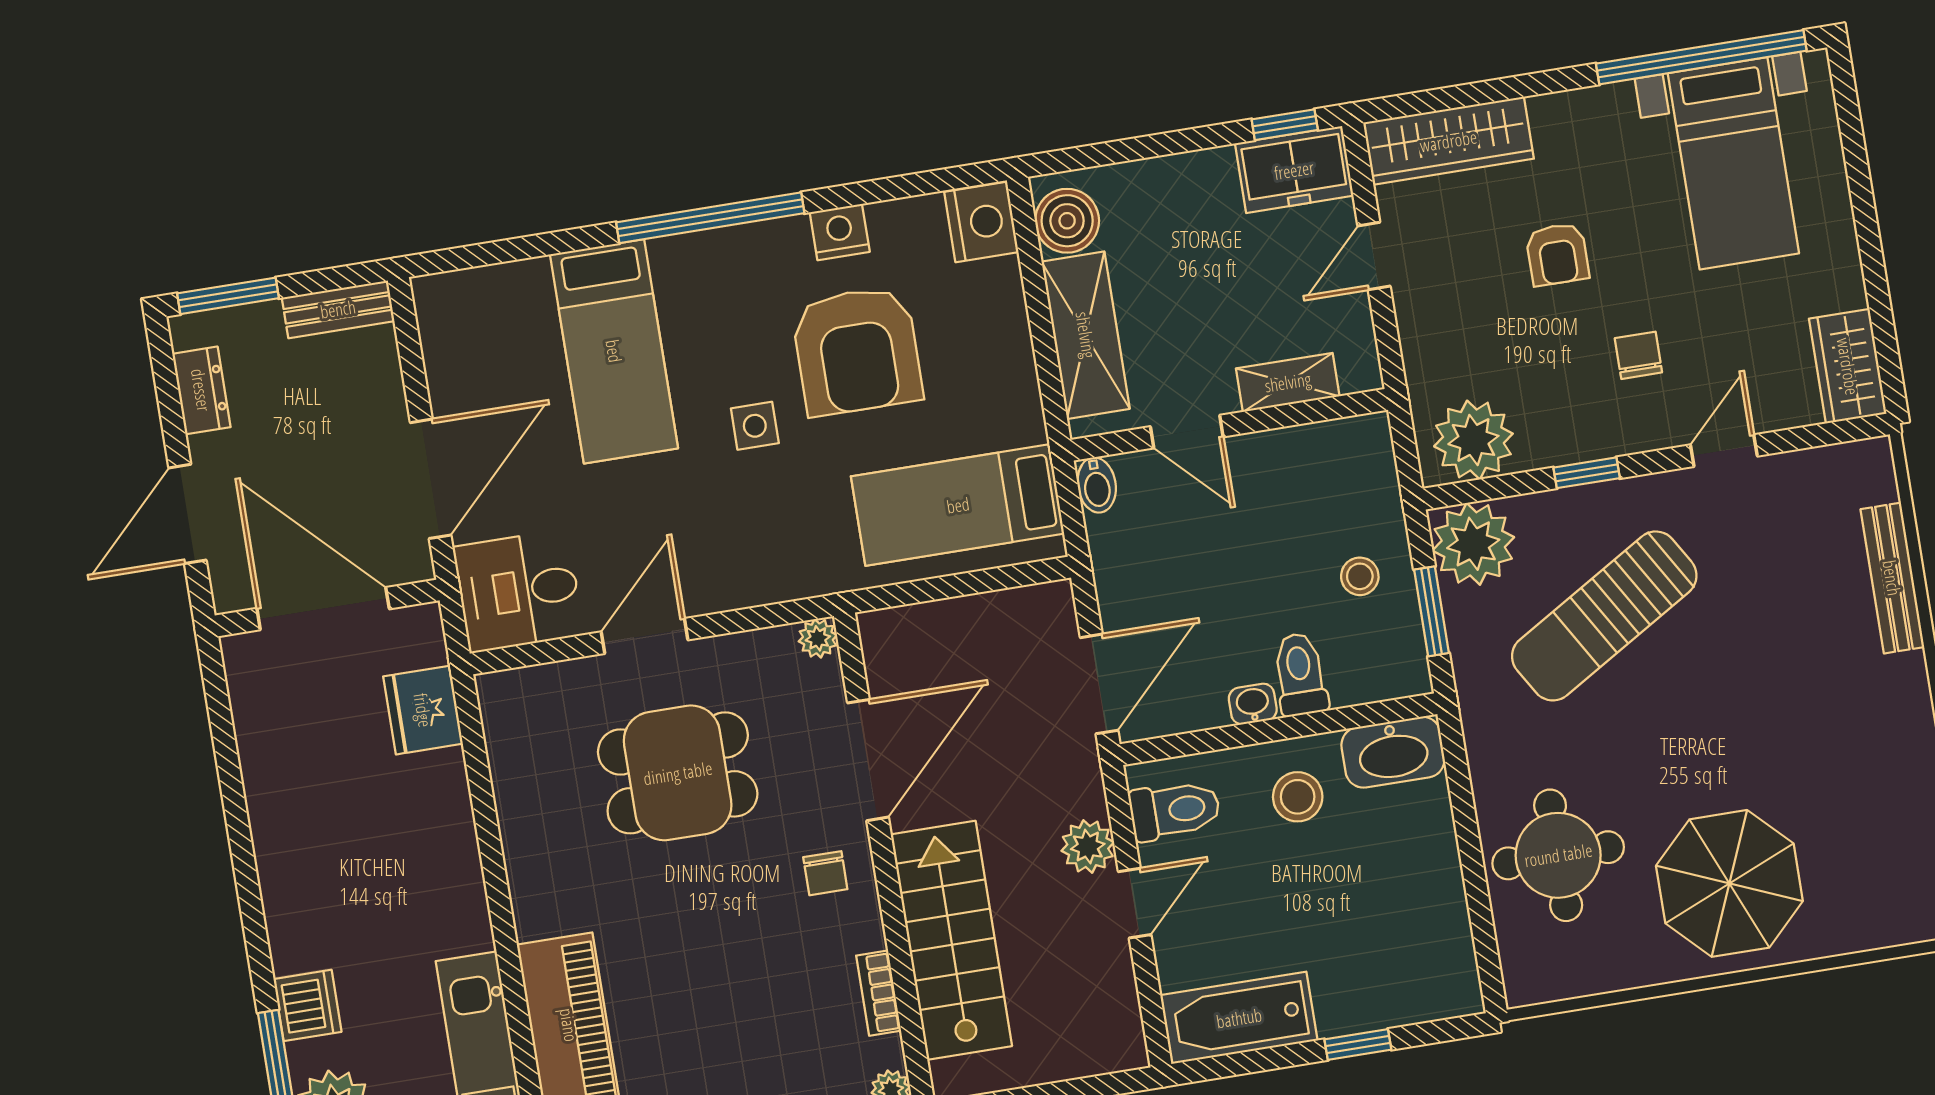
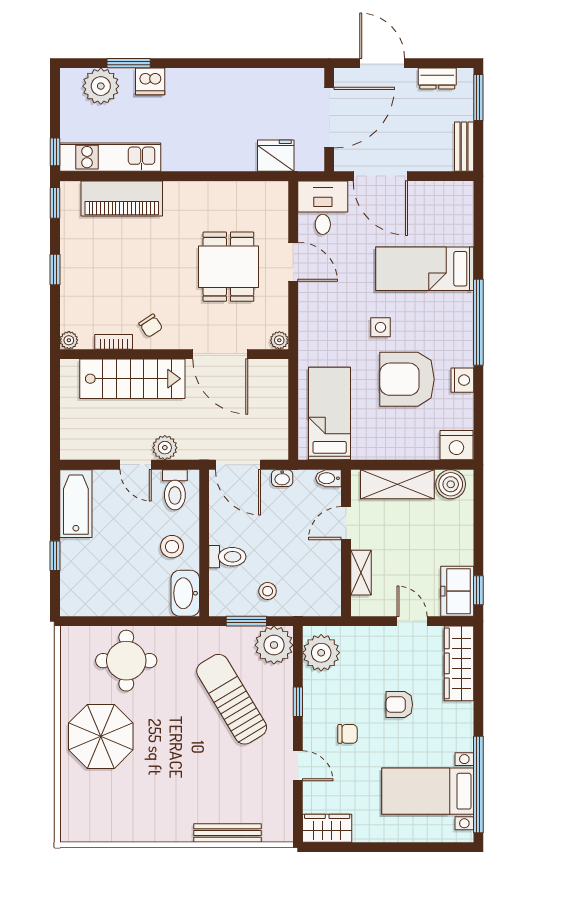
washbasin: (1253, 704) -> (282, 478), moved, turned 90
chair: (825, 873) -> (151, 326), moved, turned -123

